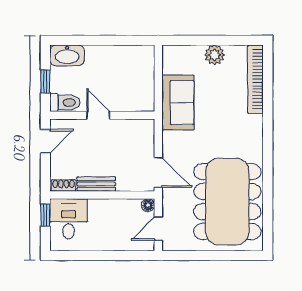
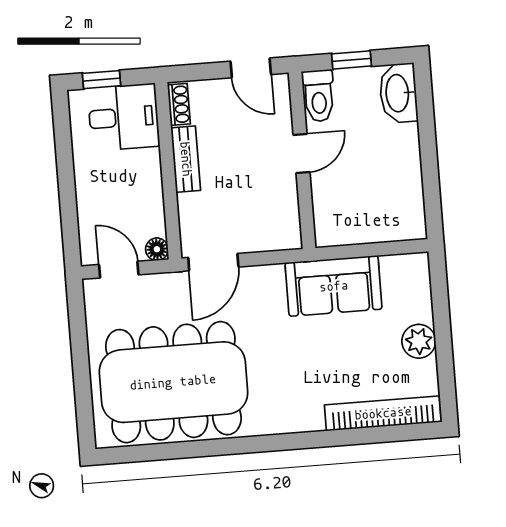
window: (45, 215) -> (101, 80), moved

